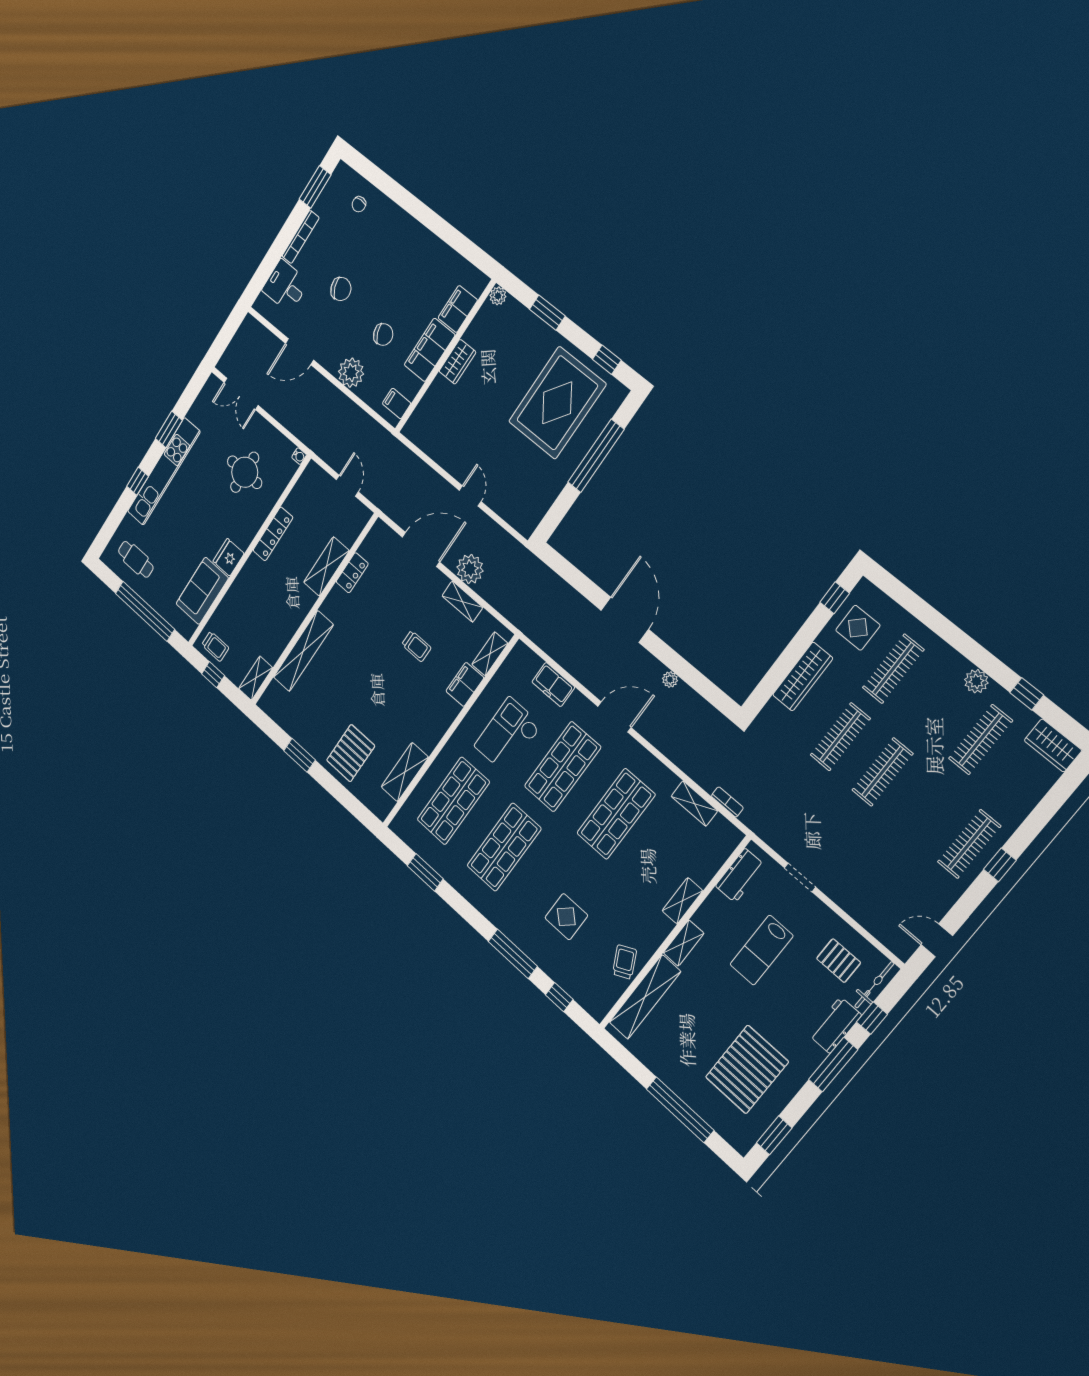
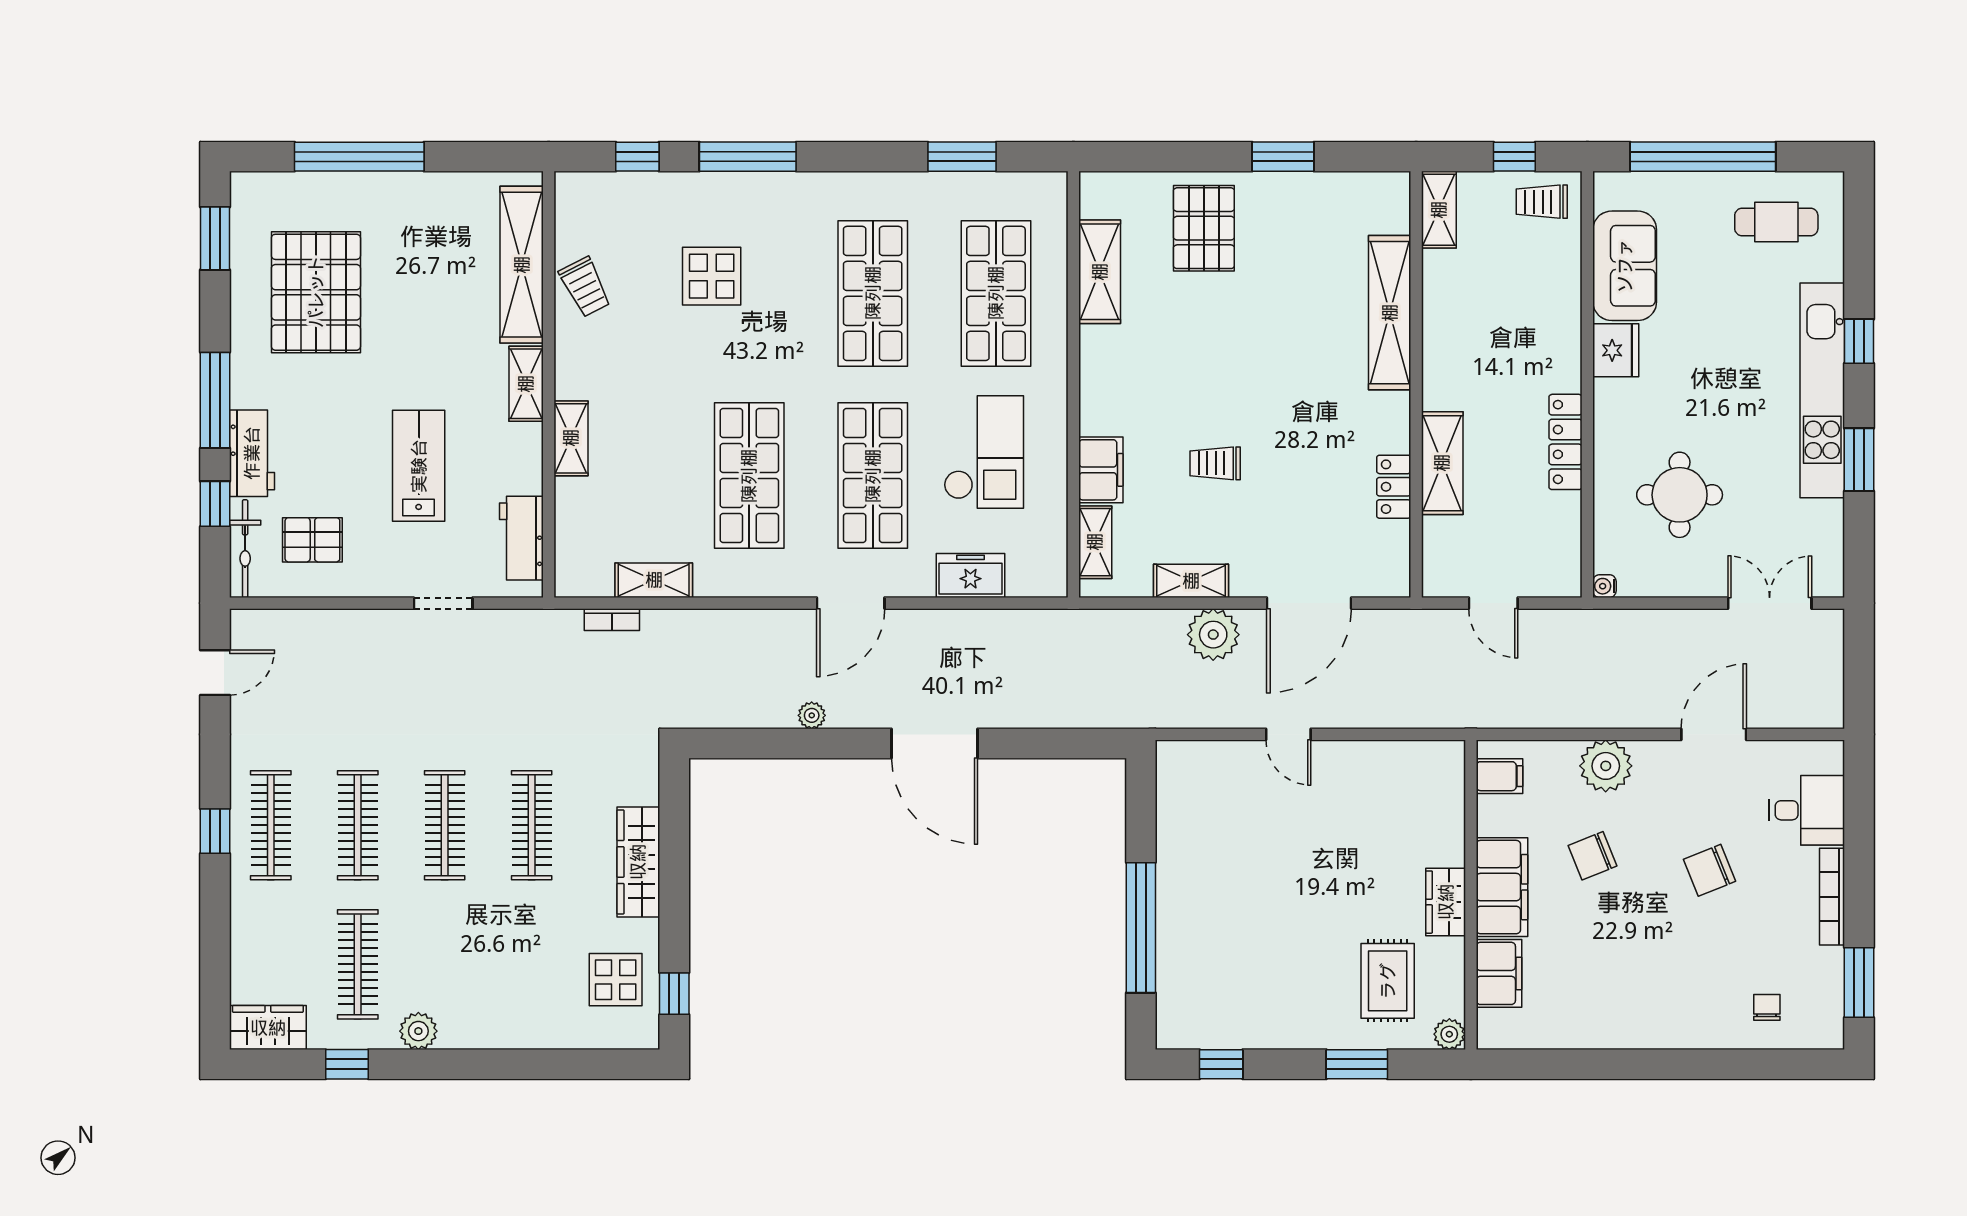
rug: (557, 403) -> (1388, 981), moved, width x0.54, depth x0.49
clothes rail: (893, 669) -> (358, 825), moved

